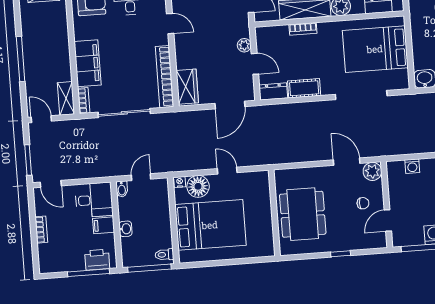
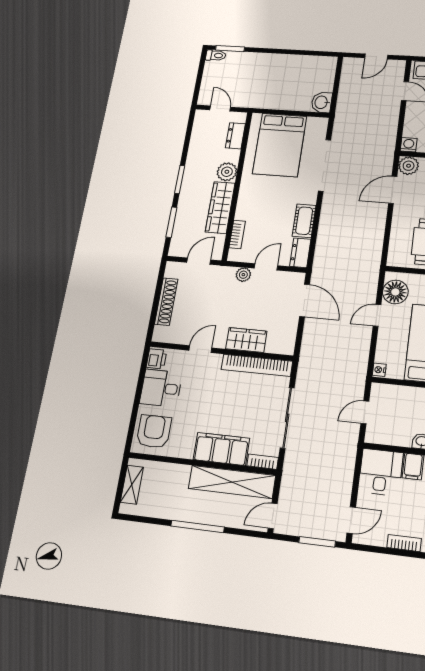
bookcase: (303, 29) -> (237, 234), moved
wardrobe: (187, 87) -> (246, 340), moved
shelving: (66, 98) -> (232, 482), width x2.20, depth x1.33
washing machine: (412, 166) -> (409, 145), moved, turned -90
door: (141, 177) -> (365, 412), hinge flipped
floor lamp: (198, 186) -> (395, 292), moved
bidet: (122, 189) -> (374, 437), removed

